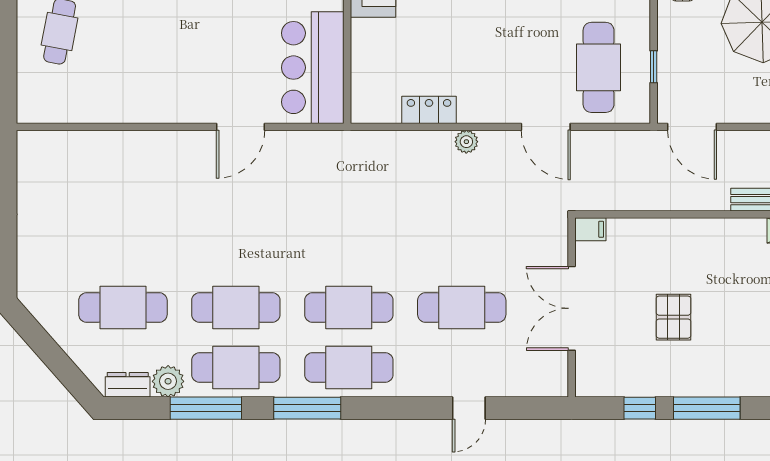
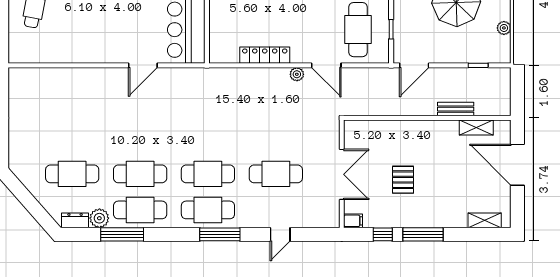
locker: (429, 110) -> (265, 55), width x1.53
door: (692, 127) -> (414, 65), hinge flipped
plant: (466, 142) -> (297, 74), moved
filing cabinet: (590, 229) -> (353, 221), moved
double door: (572, 308) -> (342, 174), swing flipped
window: (307, 408) -> (220, 234), moved

